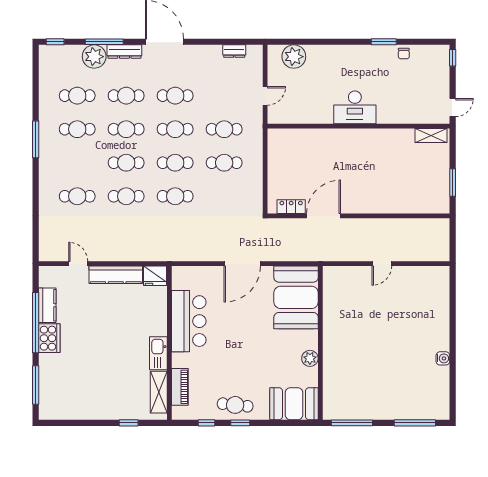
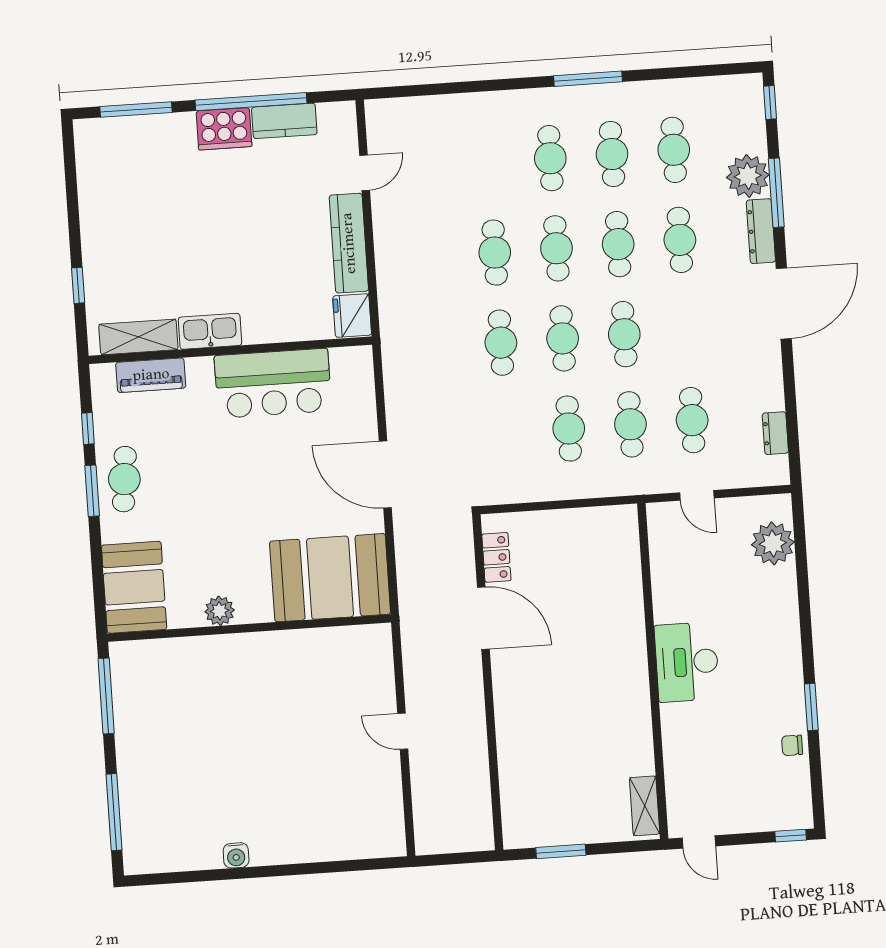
cafe table: (175, 96) -> (692, 420), moved
cafe table: (77, 196) -> (550, 158), moved
window: (240, 423) -> (92, 491), width x1.50

